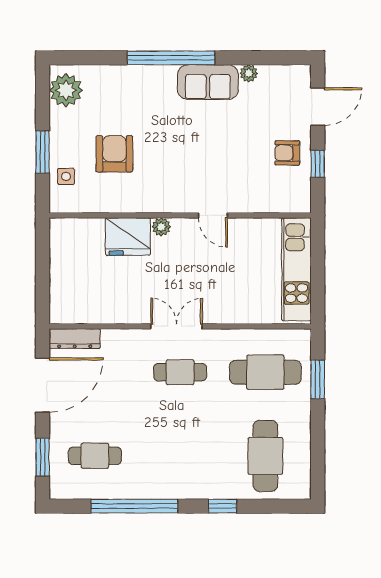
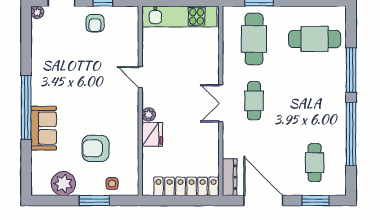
plant: (249, 73) -> (37, 12), moved
sofa: (208, 82) -> (44, 128), moved
plant: (66, 90) -> (63, 184), moved
door: (213, 215) -> (140, 77), swing flipped
fridge: (128, 237) -> (152, 134), width x0.73, depth x0.75
locker: (62, 278) -> (186, 186), added
window: (223, 506) -> (351, 70), width x2.17

